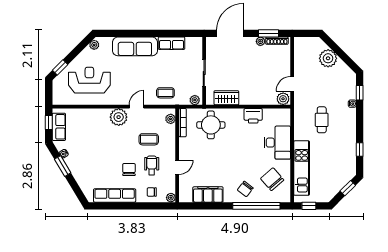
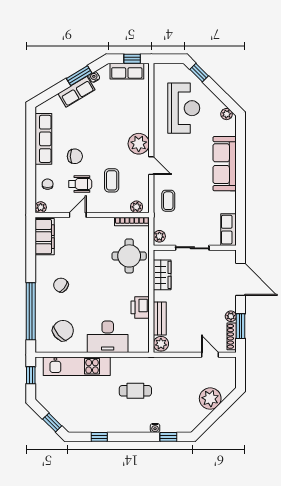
row of seats: (171, 43) -> (229, 230), moved
door: (292, 84) -> (210, 355), moved
bench: (262, 100) -> (160, 319), added
door: (177, 167) -> (78, 215), swing flipped
row of seats: (76, 168) -> (77, 92), added
chair: (245, 189) -> (61, 285), moved
filing cabinet: (208, 194) -> (45, 237), moved

